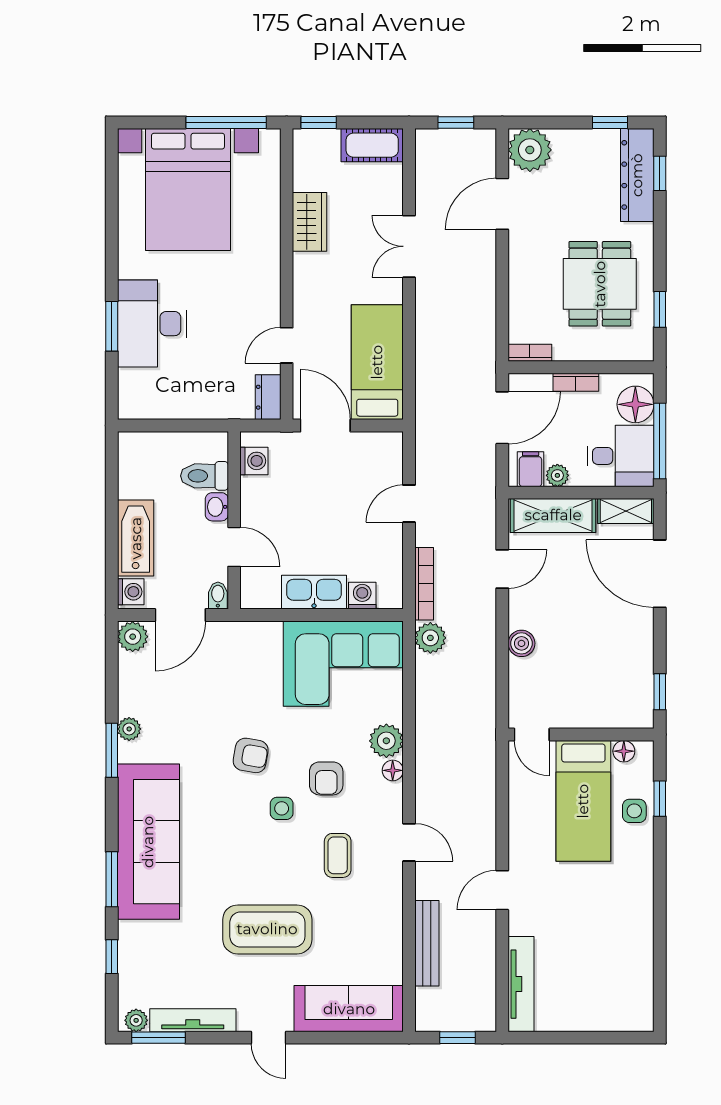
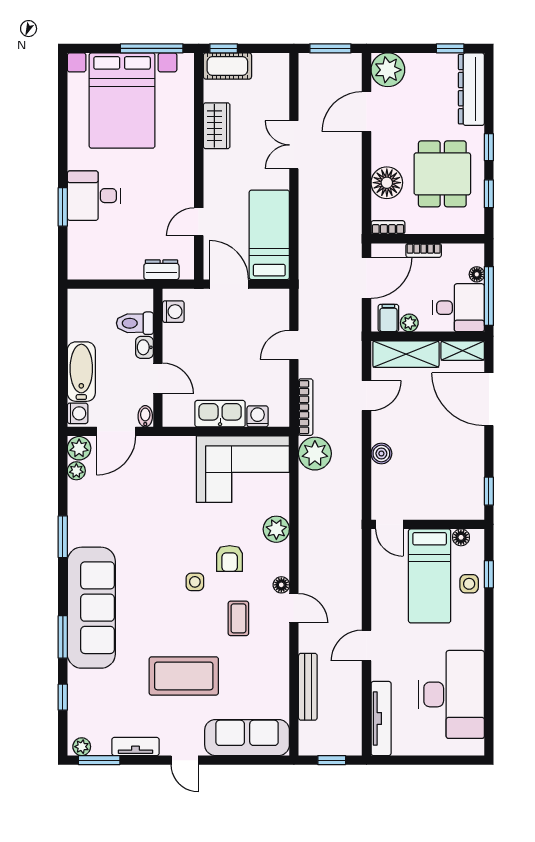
window: (456, 122) -> (330, 48), width x1.50
cot: (372, 145) -> (227, 66), moved
window: (660, 173) -> (489, 147), moved
floor lamp: (528, 295) -> (387, 183), added
desk: (152, 324) -> (94, 196), width x0.73
dresser: (268, 397) -> (161, 270), moved, turned 90
floor lamp: (635, 404) -> (477, 274), width x0.53, depth x0.53
plant: (430, 638) -> (315, 454), width x1.36, depth x1.36
plant: (129, 729) -> (76, 471), moved
armchair: (251, 755) -> (171, 541), removed
floor lamp: (393, 770) -> (281, 585), moved
desk: (612, 953) -> (451, 694), added
tv unit: (193, 1020) -> (136, 746), width x0.71

